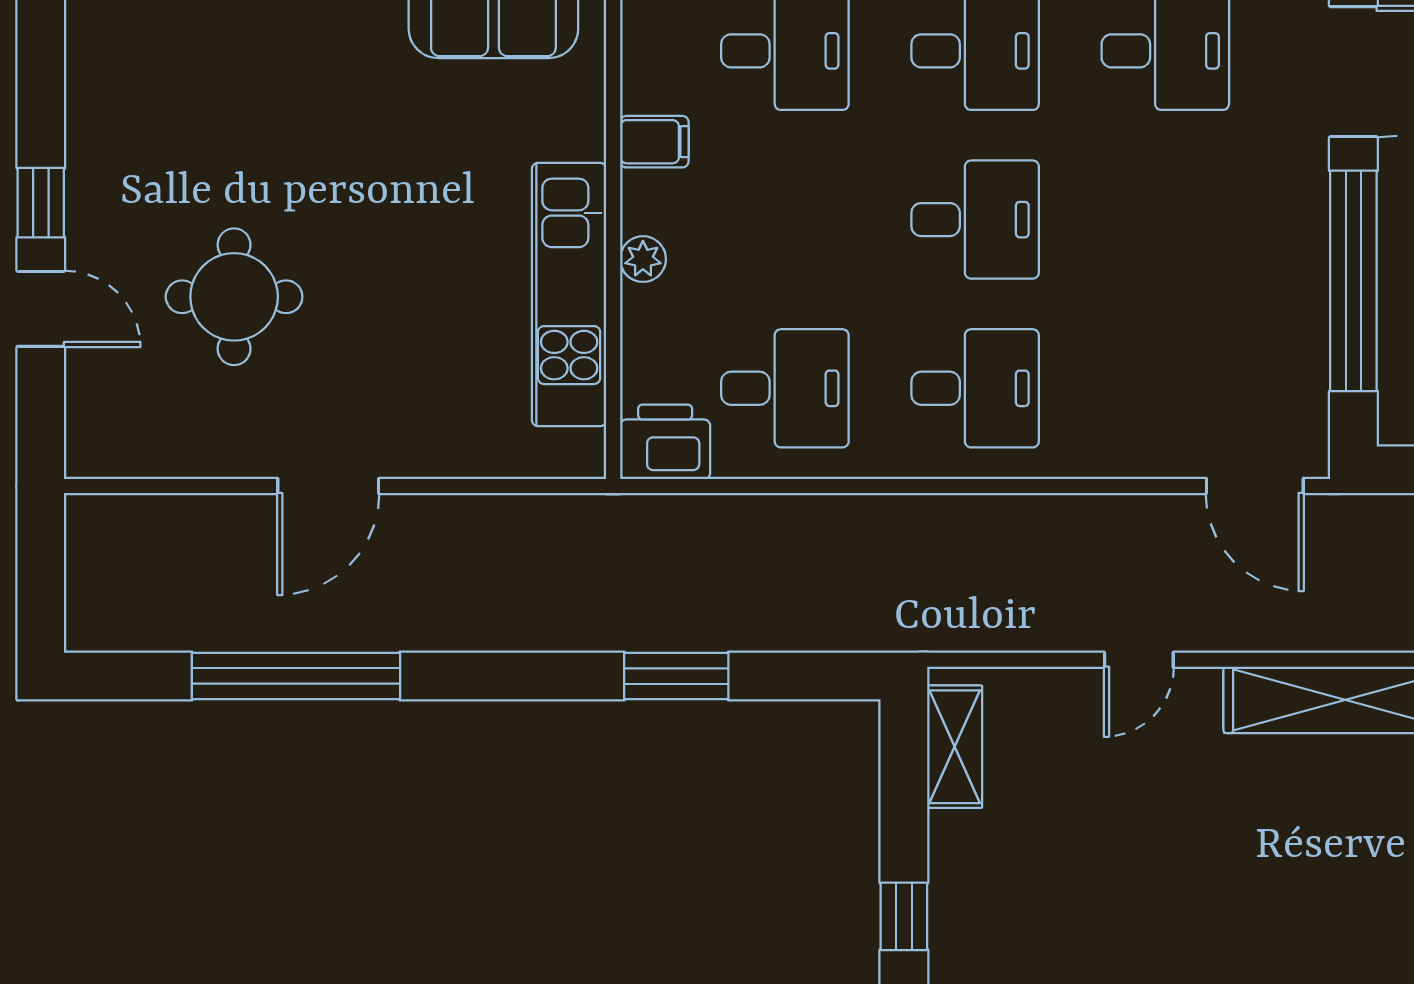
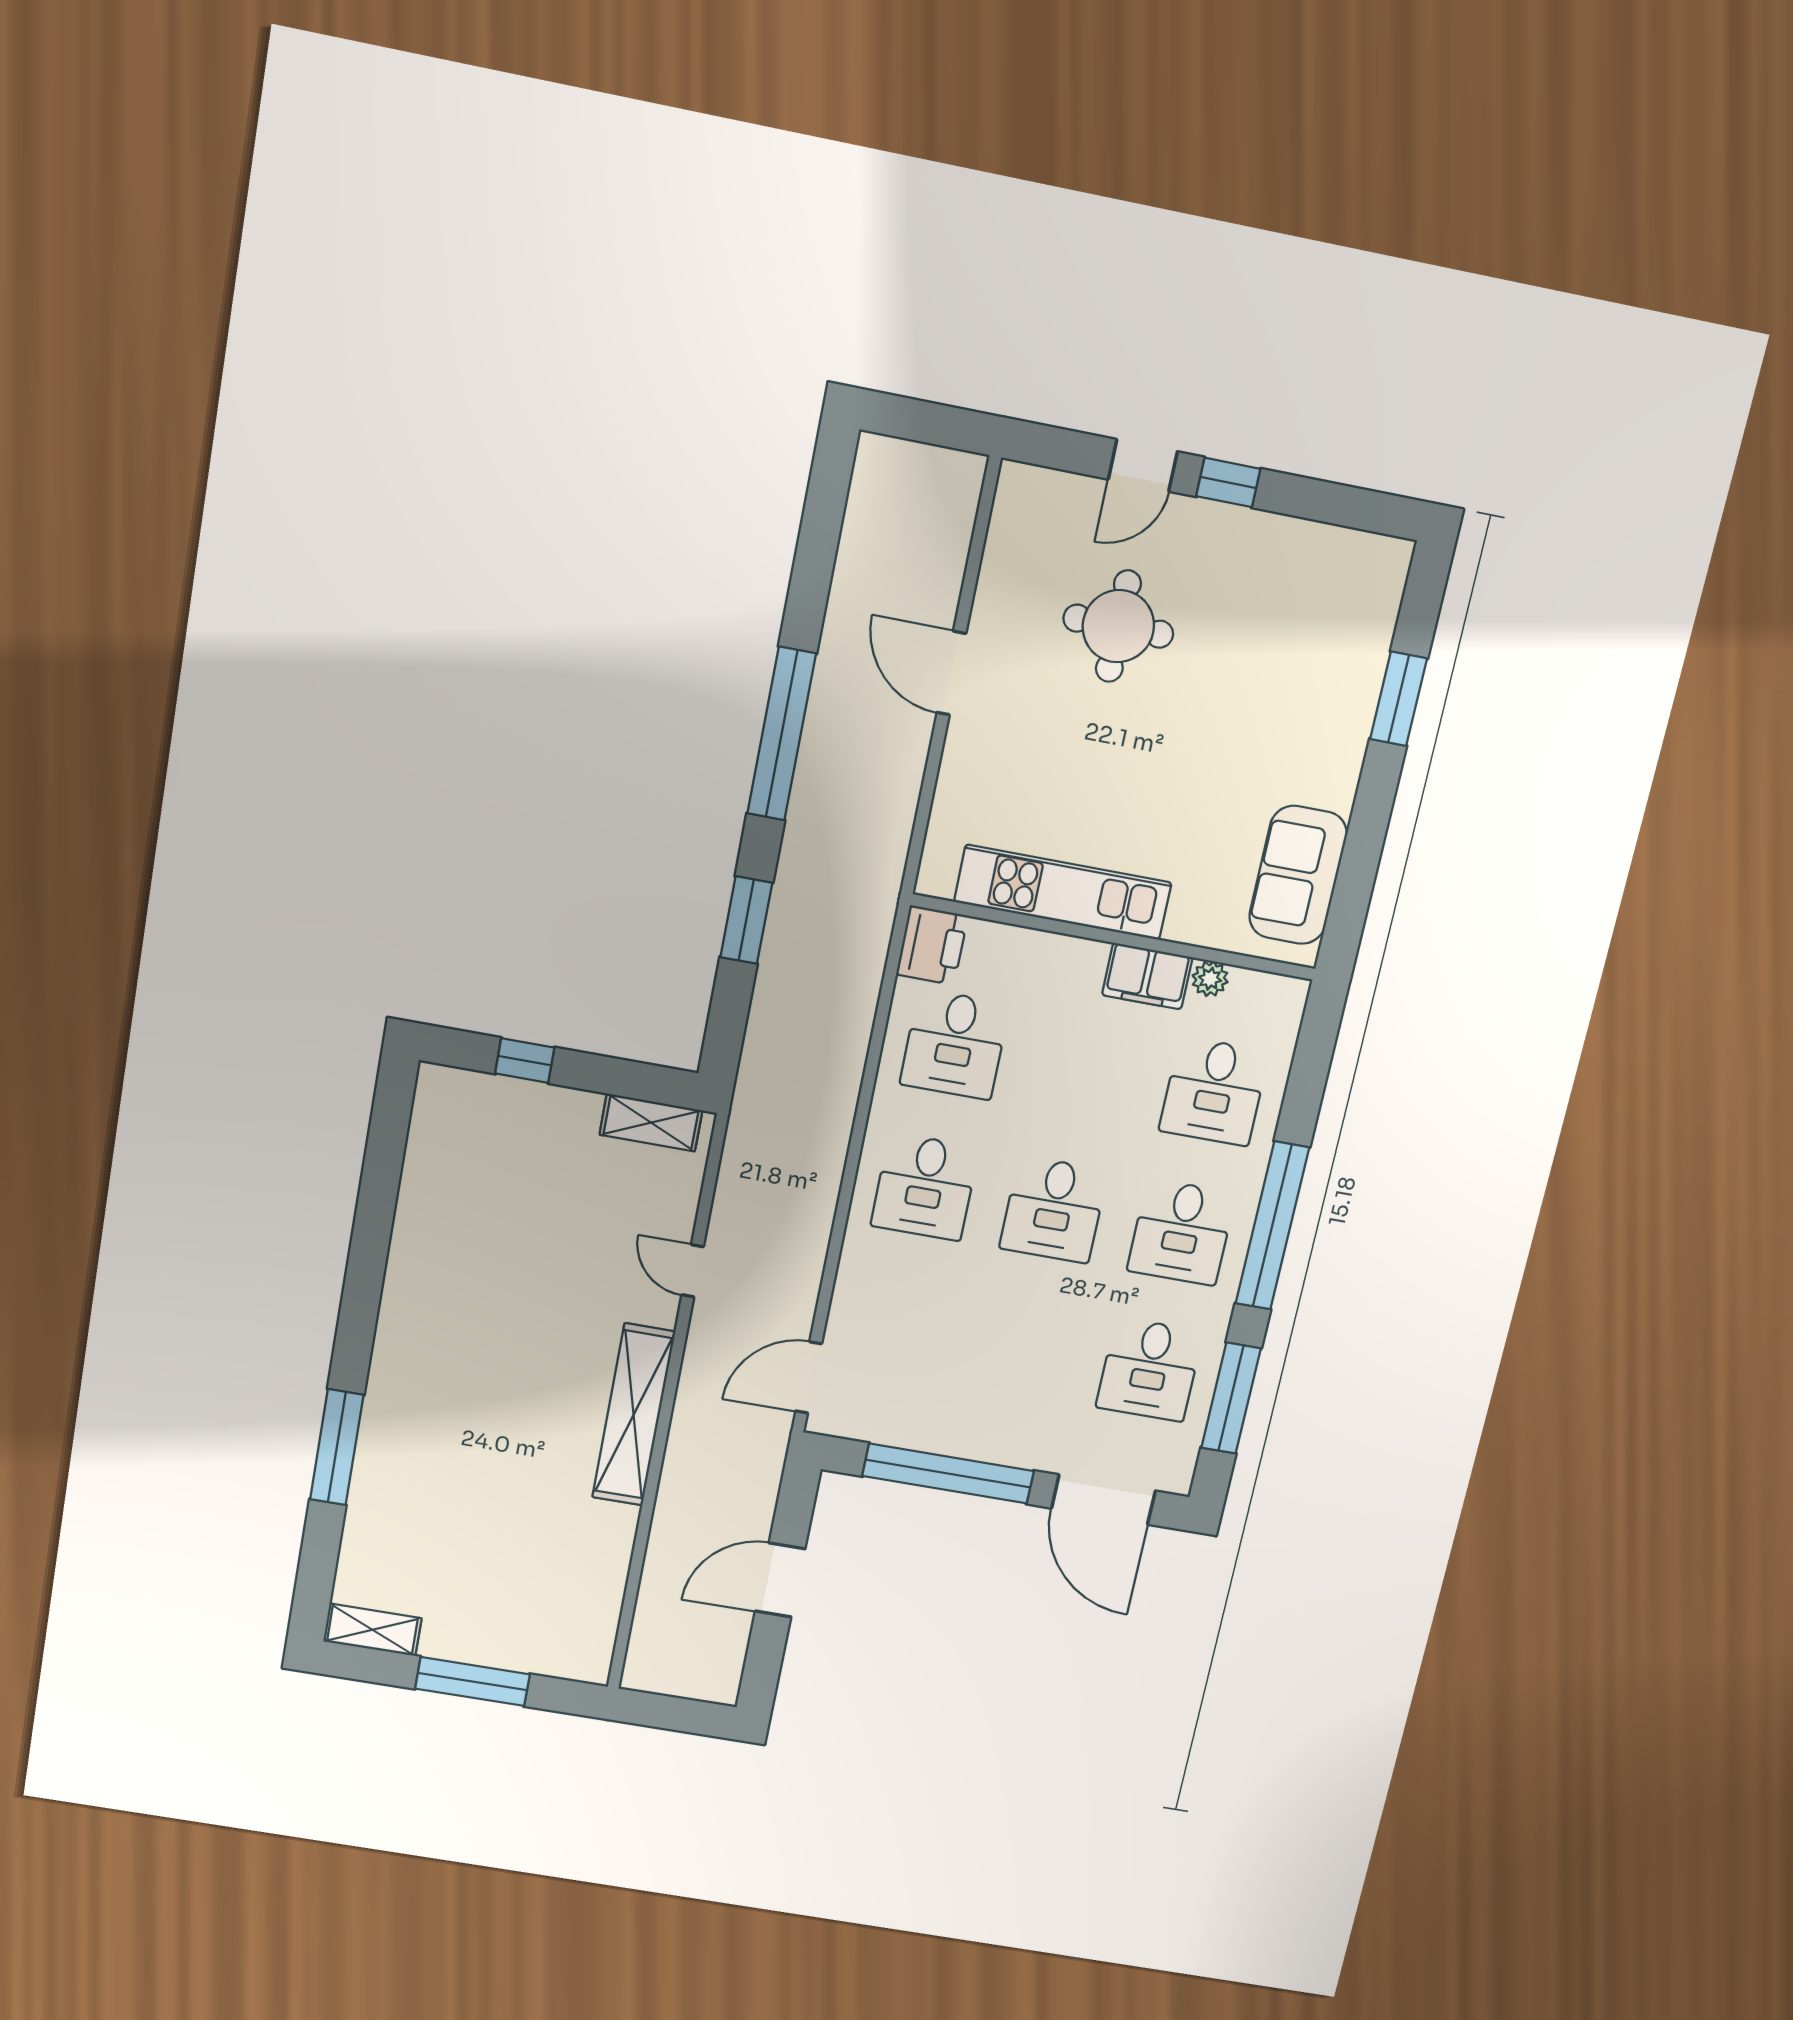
filing cabinet: (654, 142) -> (1147, 976), width x2.00
plant: (643, 259) -> (1210, 979), moved
window: (296, 676) -> (782, 734), moved

